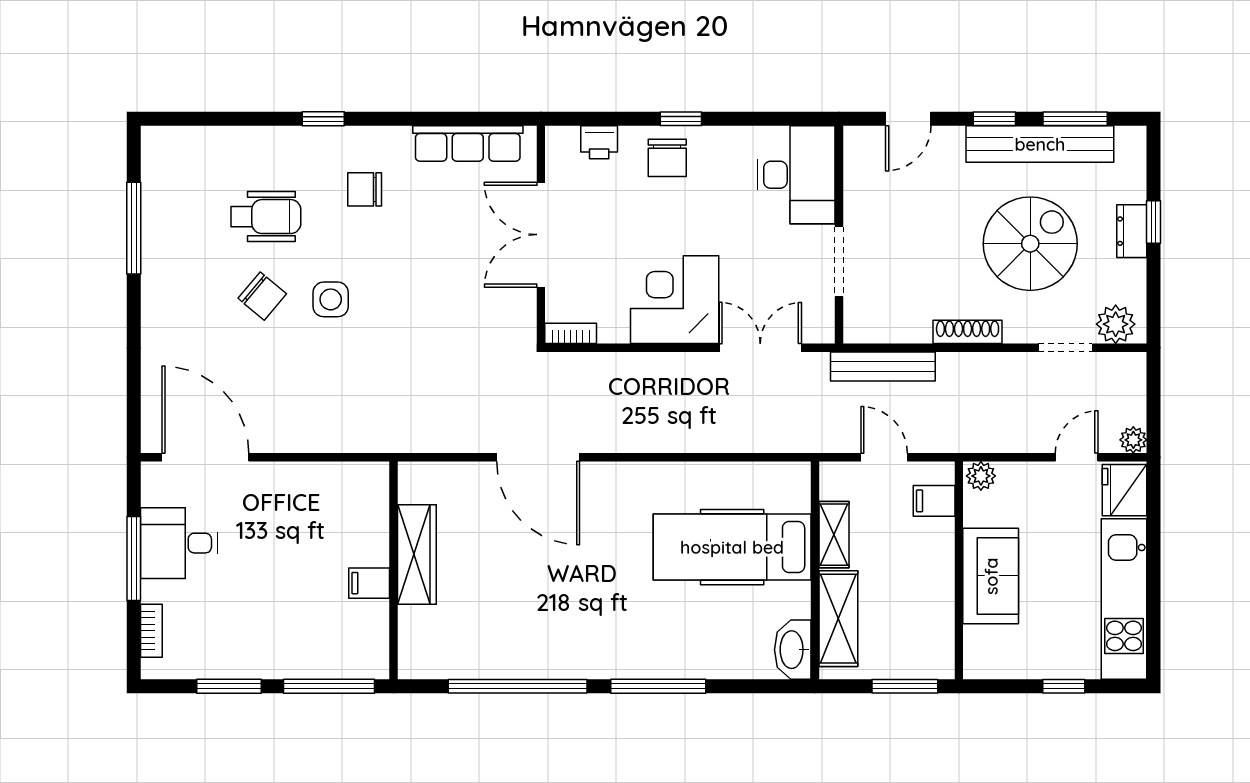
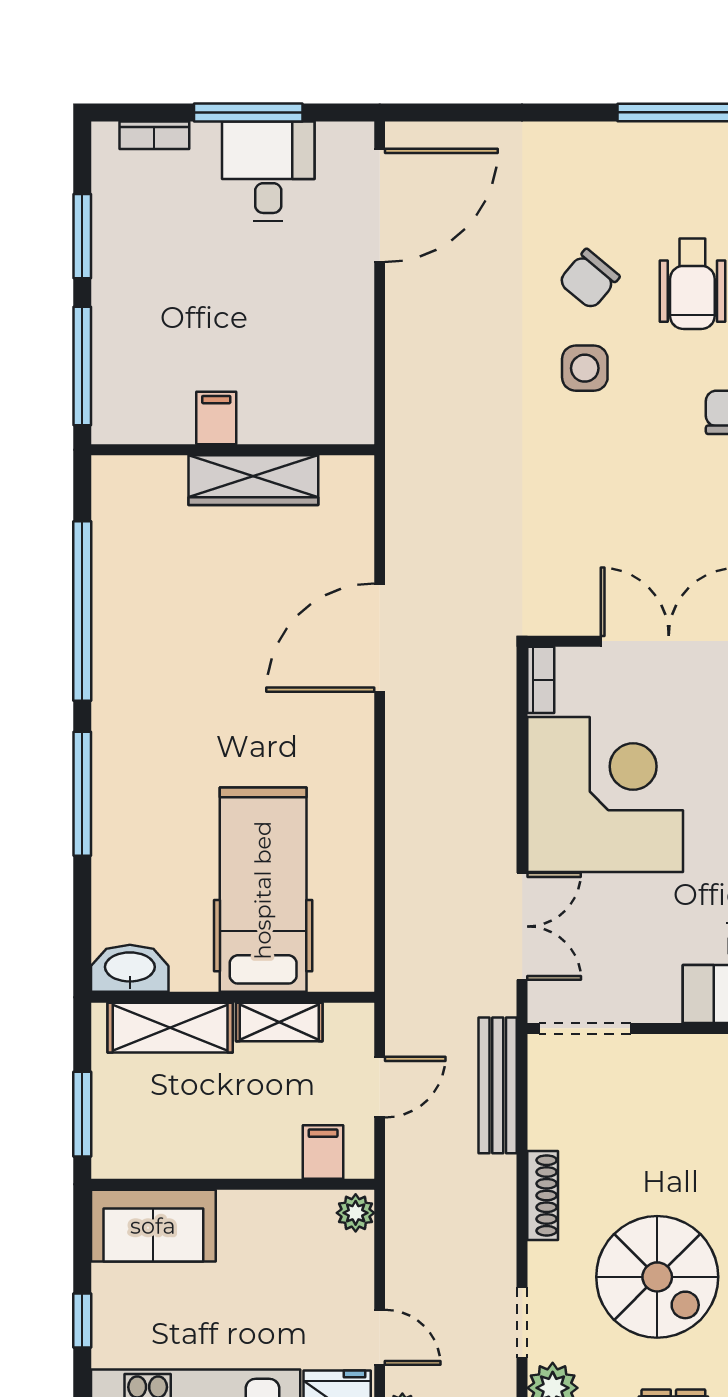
doorway: (839, 262) -> (585, 1028), moved
corner desk: (675, 300) -> (605, 794), width x1.36, depth x1.36
sofa: (991, 576) -> (153, 1226), moved

